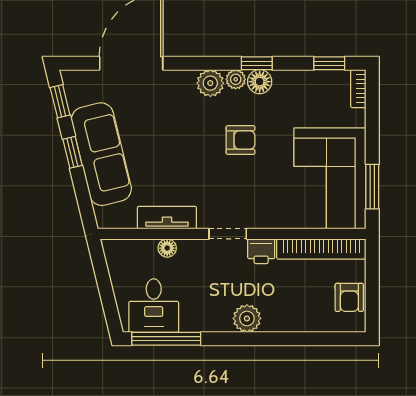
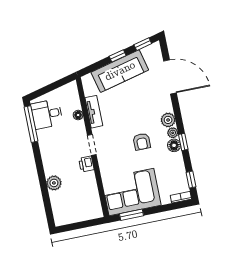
bookcase: (321, 249) -> (94, 195), removed
armchair: (349, 297) -> (72, 215), removed
plant: (247, 318) -> (54, 183), moved

